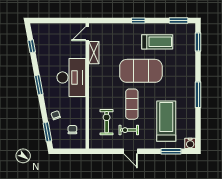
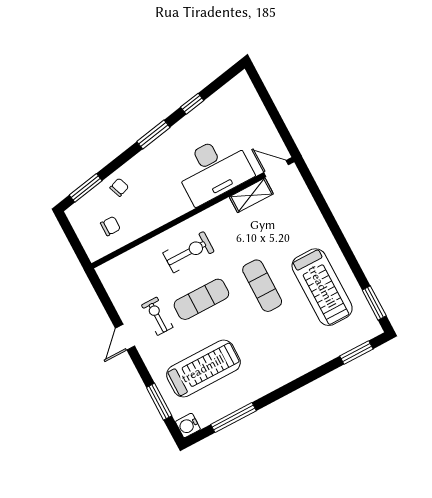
window: (138, 20) -> (340, 239), removed
treadmill: (157, 42) -> (322, 287), width x1.37, depth x1.38
window: (32, 46) -> (192, 104), moved
exercise mat: (141, 71) -> (262, 286), width x0.50, depth x0.69
desk: (71, 77) -> (214, 169), moved
window: (198, 95) -> (233, 418), moved
exercise bike: (107, 122) -> (189, 252), moved

